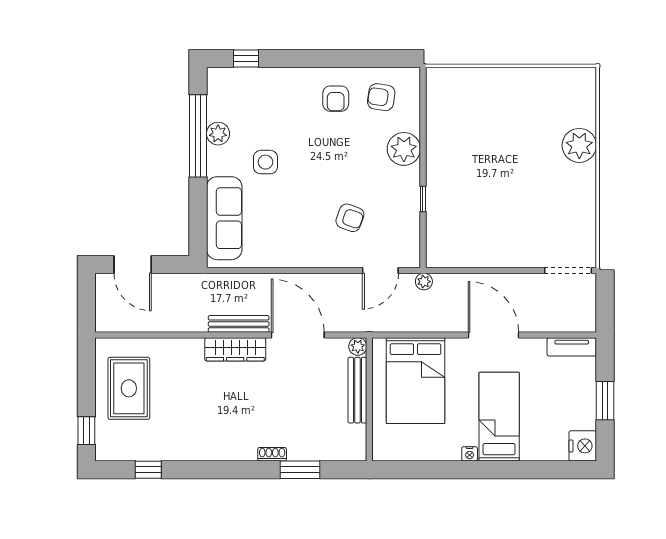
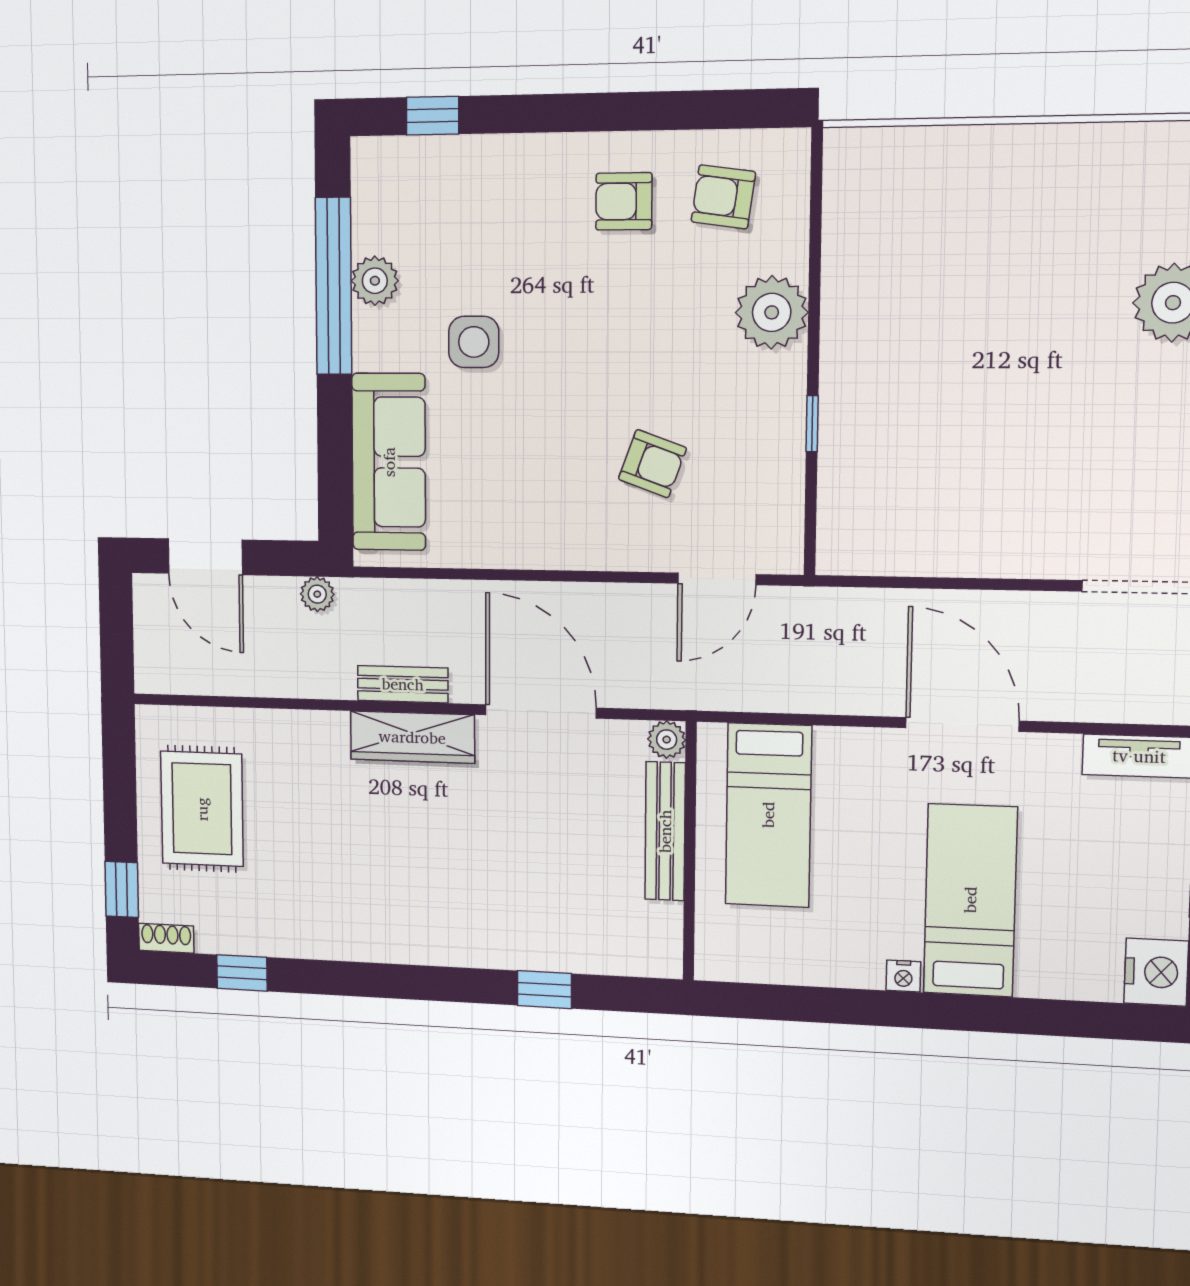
armchair: (336, 99) -> (624, 201), turned 90
plant: (424, 282) -> (317, 594), moved
bench: (239, 324) -> (403, 684), width x0.73
bed: (416, 381) -> (768, 815), width x0.67
shoe rack: (272, 454) -> (166, 938), moved
window: (300, 470) -> (544, 990), width x0.67

